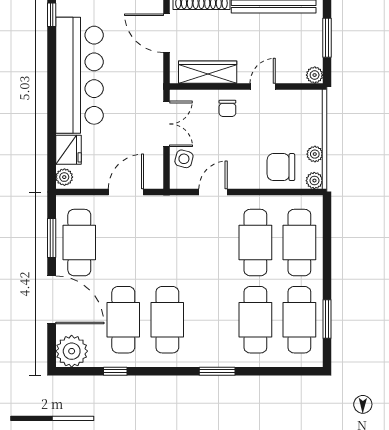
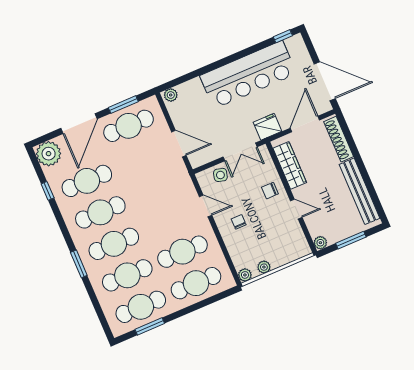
fridge: (68, 150) -> (267, 127), moved, turned 180
chair: (281, 167) -> (239, 222), moved, width x0.54, depth x0.54
cafe table: (211, 320) -> (114, 244), added

